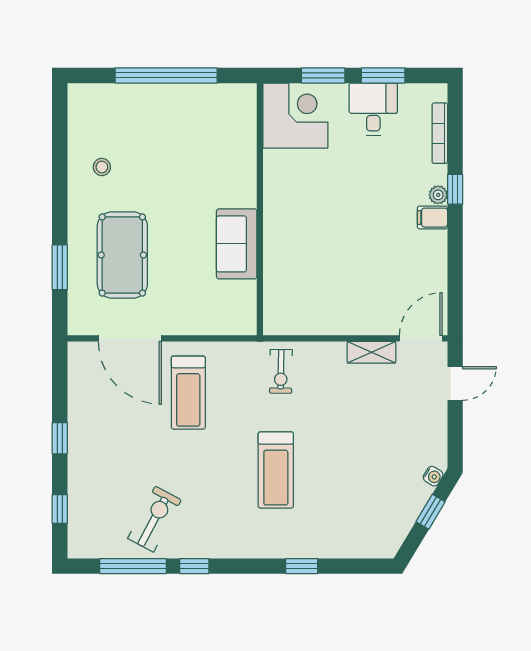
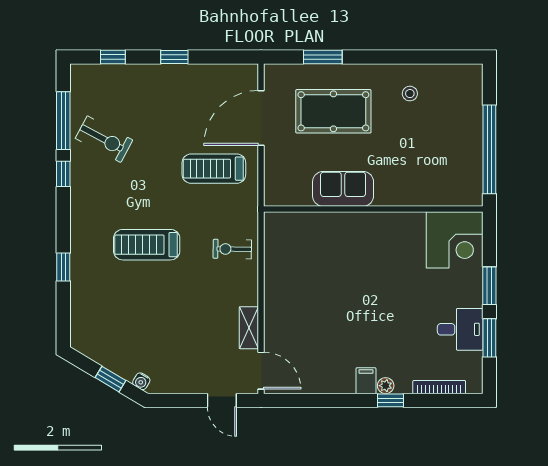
corner desk: (295, 116) -> (455, 240), moved
wall: (260, 209) -> (373, 209), moved
sofa: (237, 244) -> (343, 189), moved

